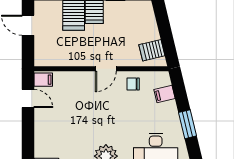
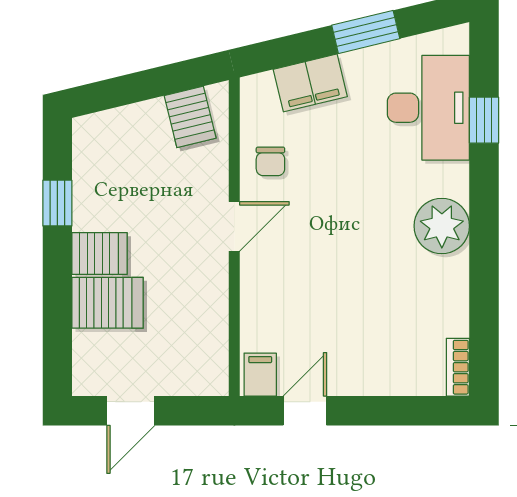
door: (106, 69) -> (234, 226), hinge flipped
filing cabinet: (164, 94) -> (310, 83), width x2.00

